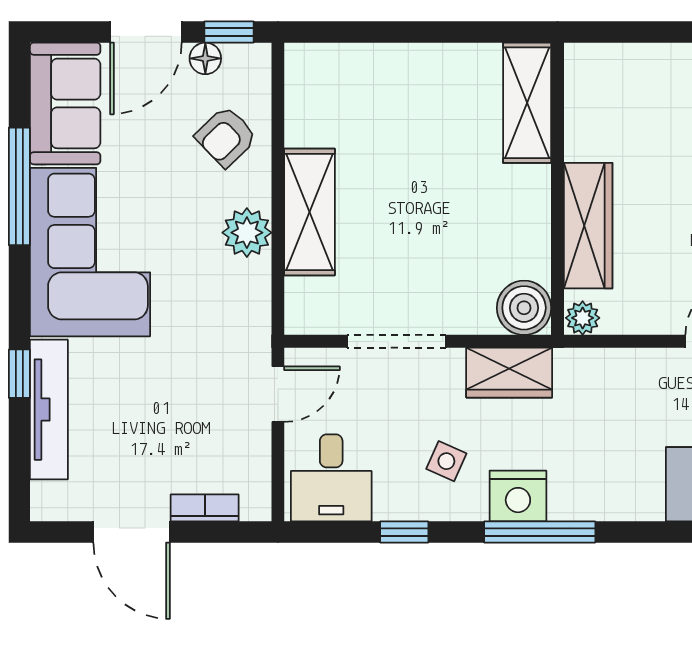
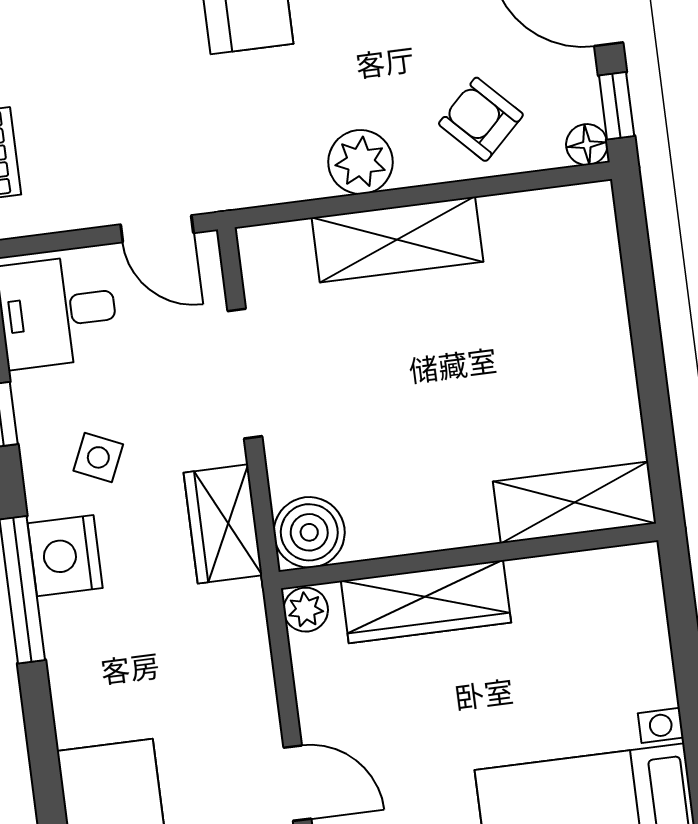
floor lamp: (205, 58) -> (587, 145), moved

